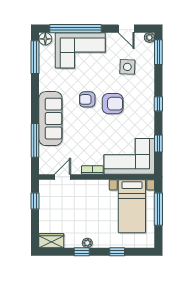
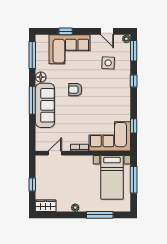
window: (76, 29) -> (66, 31), width x0.32
floor lamp: (45, 39) -> (41, 77), moved
armchair: (113, 104) -> (96, 93), removed
window: (158, 104) -> (134, 81), moved
window: (35, 140) -> (32, 100), moved
window: (35, 201) -> (32, 185), moved
window: (82, 252) -> (71, 215), removed
window: (117, 252) -> (100, 215), width x2.17

